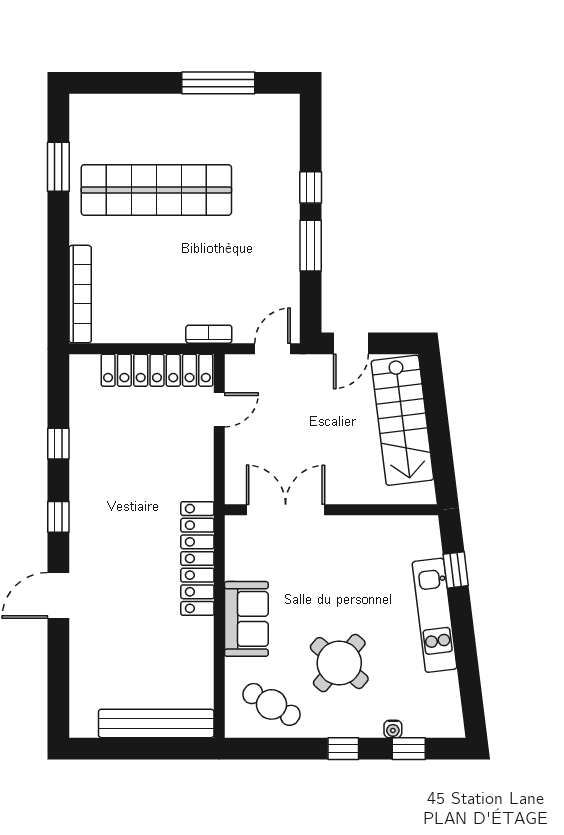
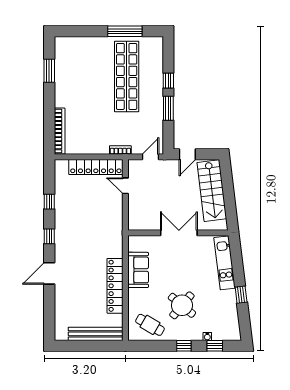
shop shelf: (156, 190) -> (127, 76), moved, turned 90
door: (219, 410) -> (125, 186), swing flipped
double door: (286, 510) -> (179, 233), moved
locker: (197, 558) -> (115, 286), moved
window: (456, 570) -> (241, 295), moved
kitchen unit: (435, 615) -> (225, 263), moved
sofa: (246, 619) -> (138, 270), moved

